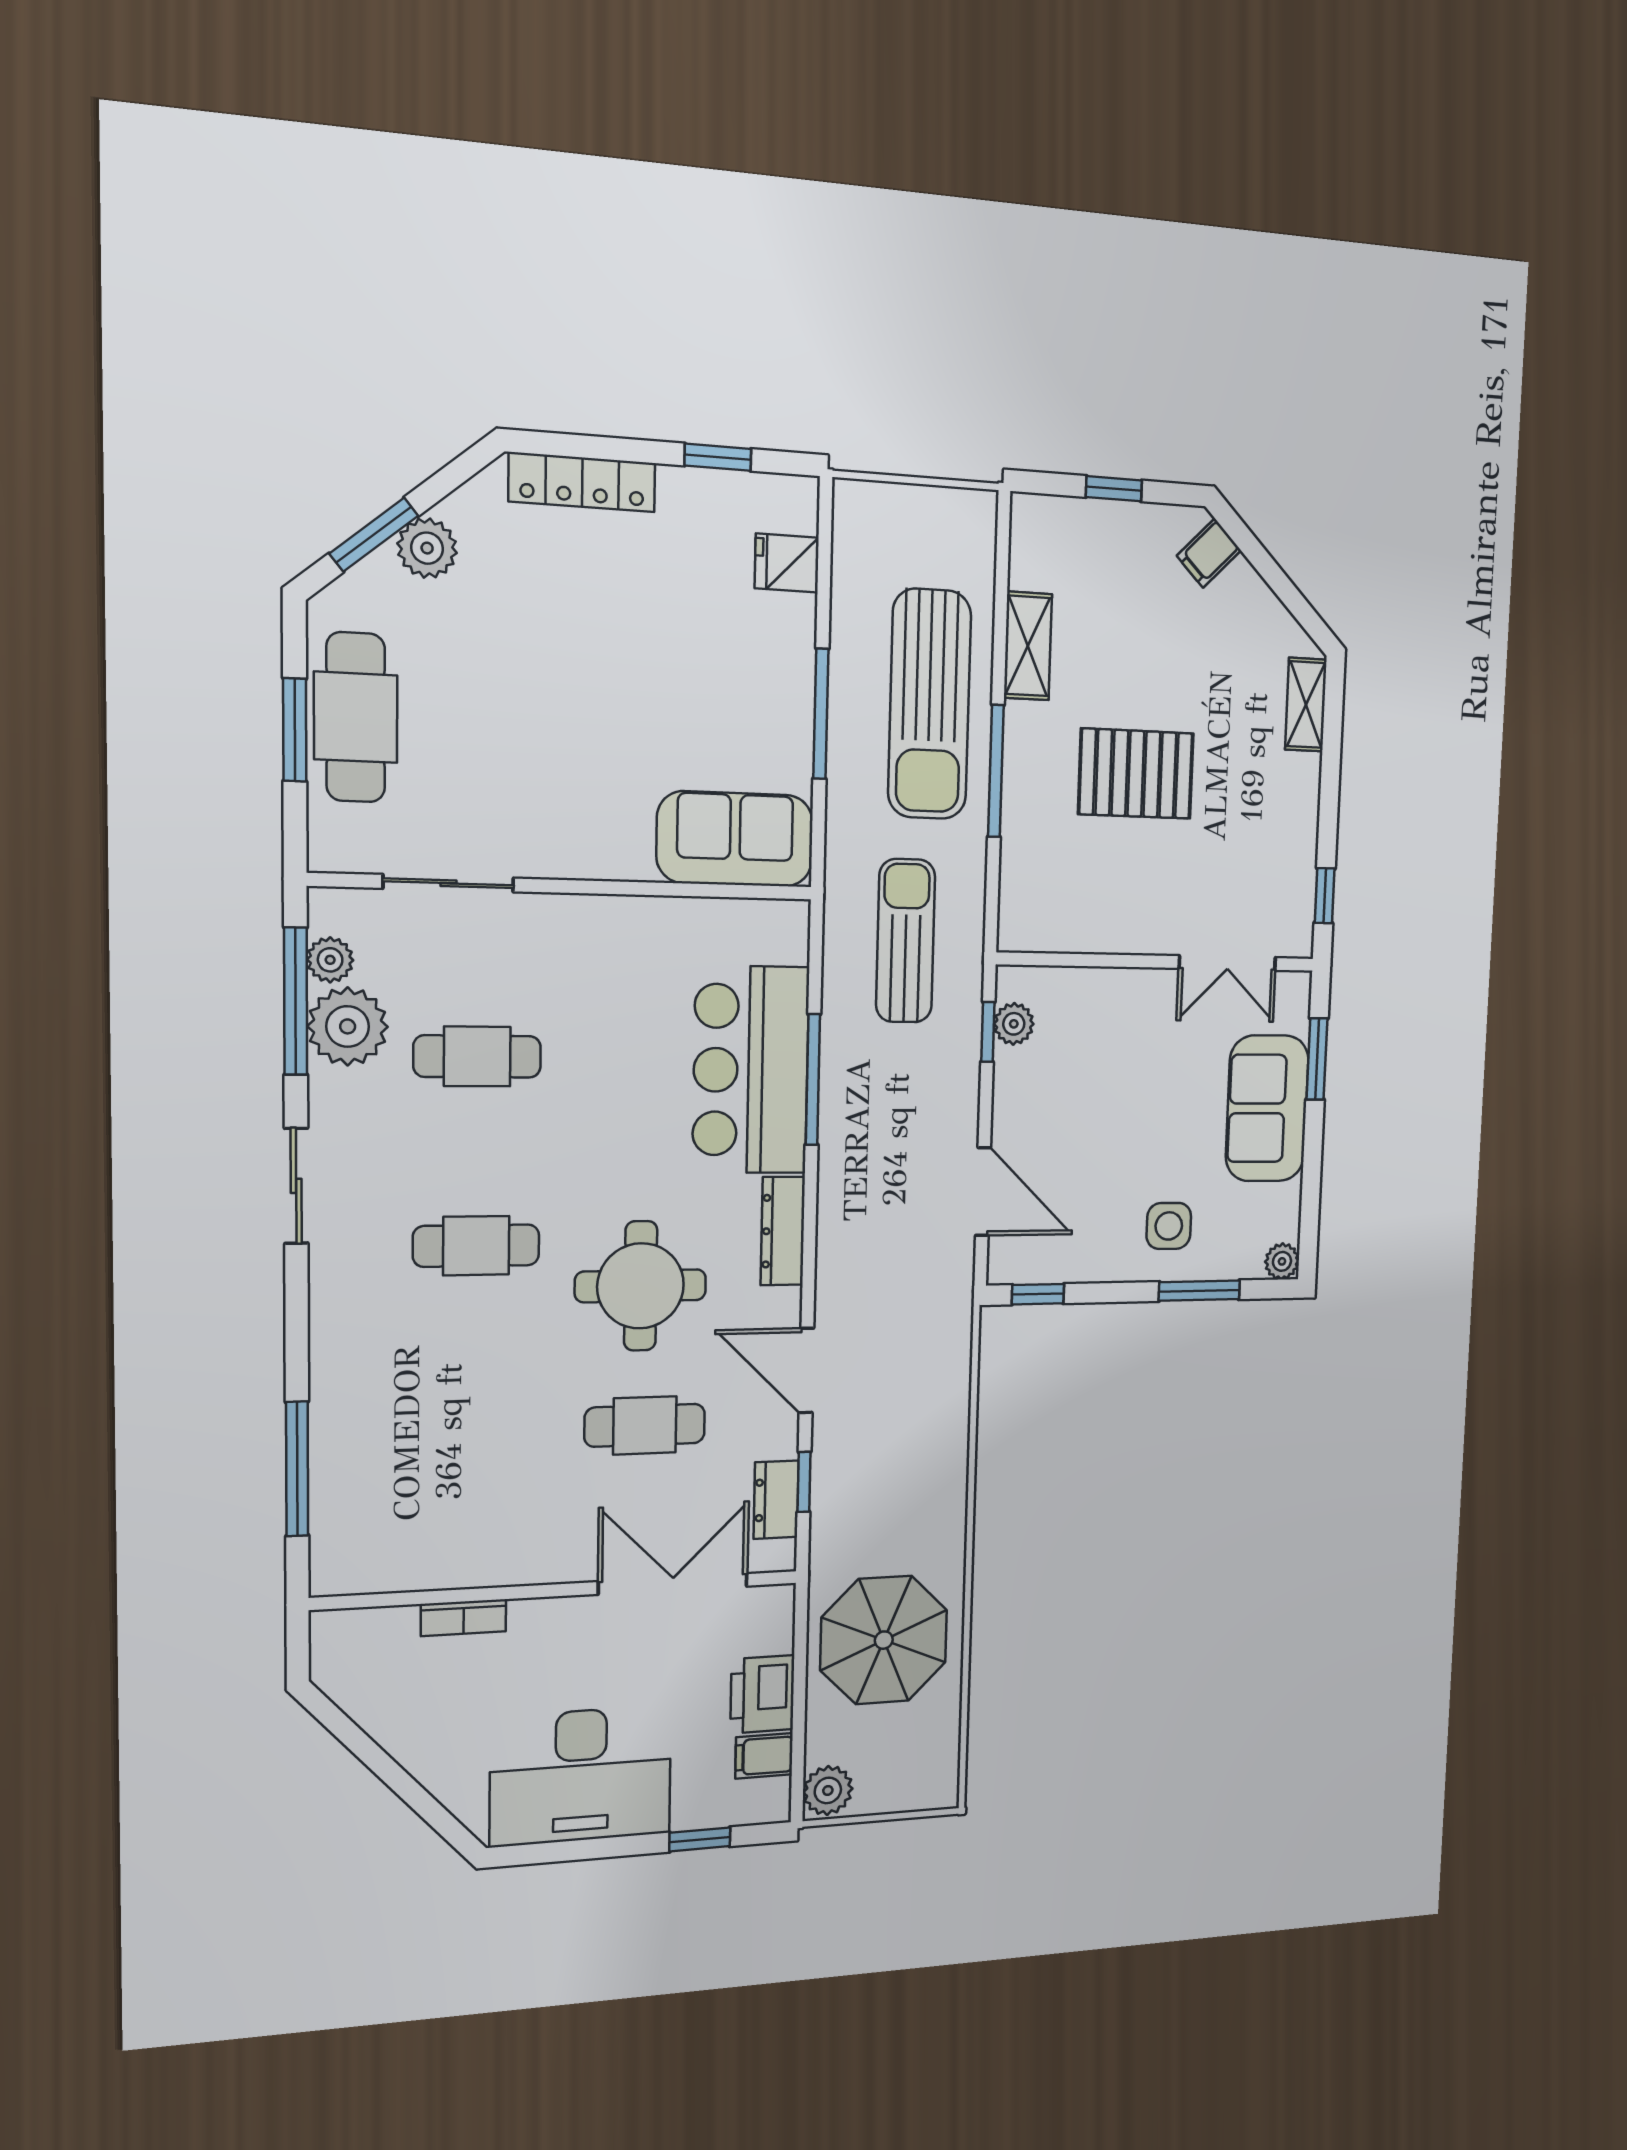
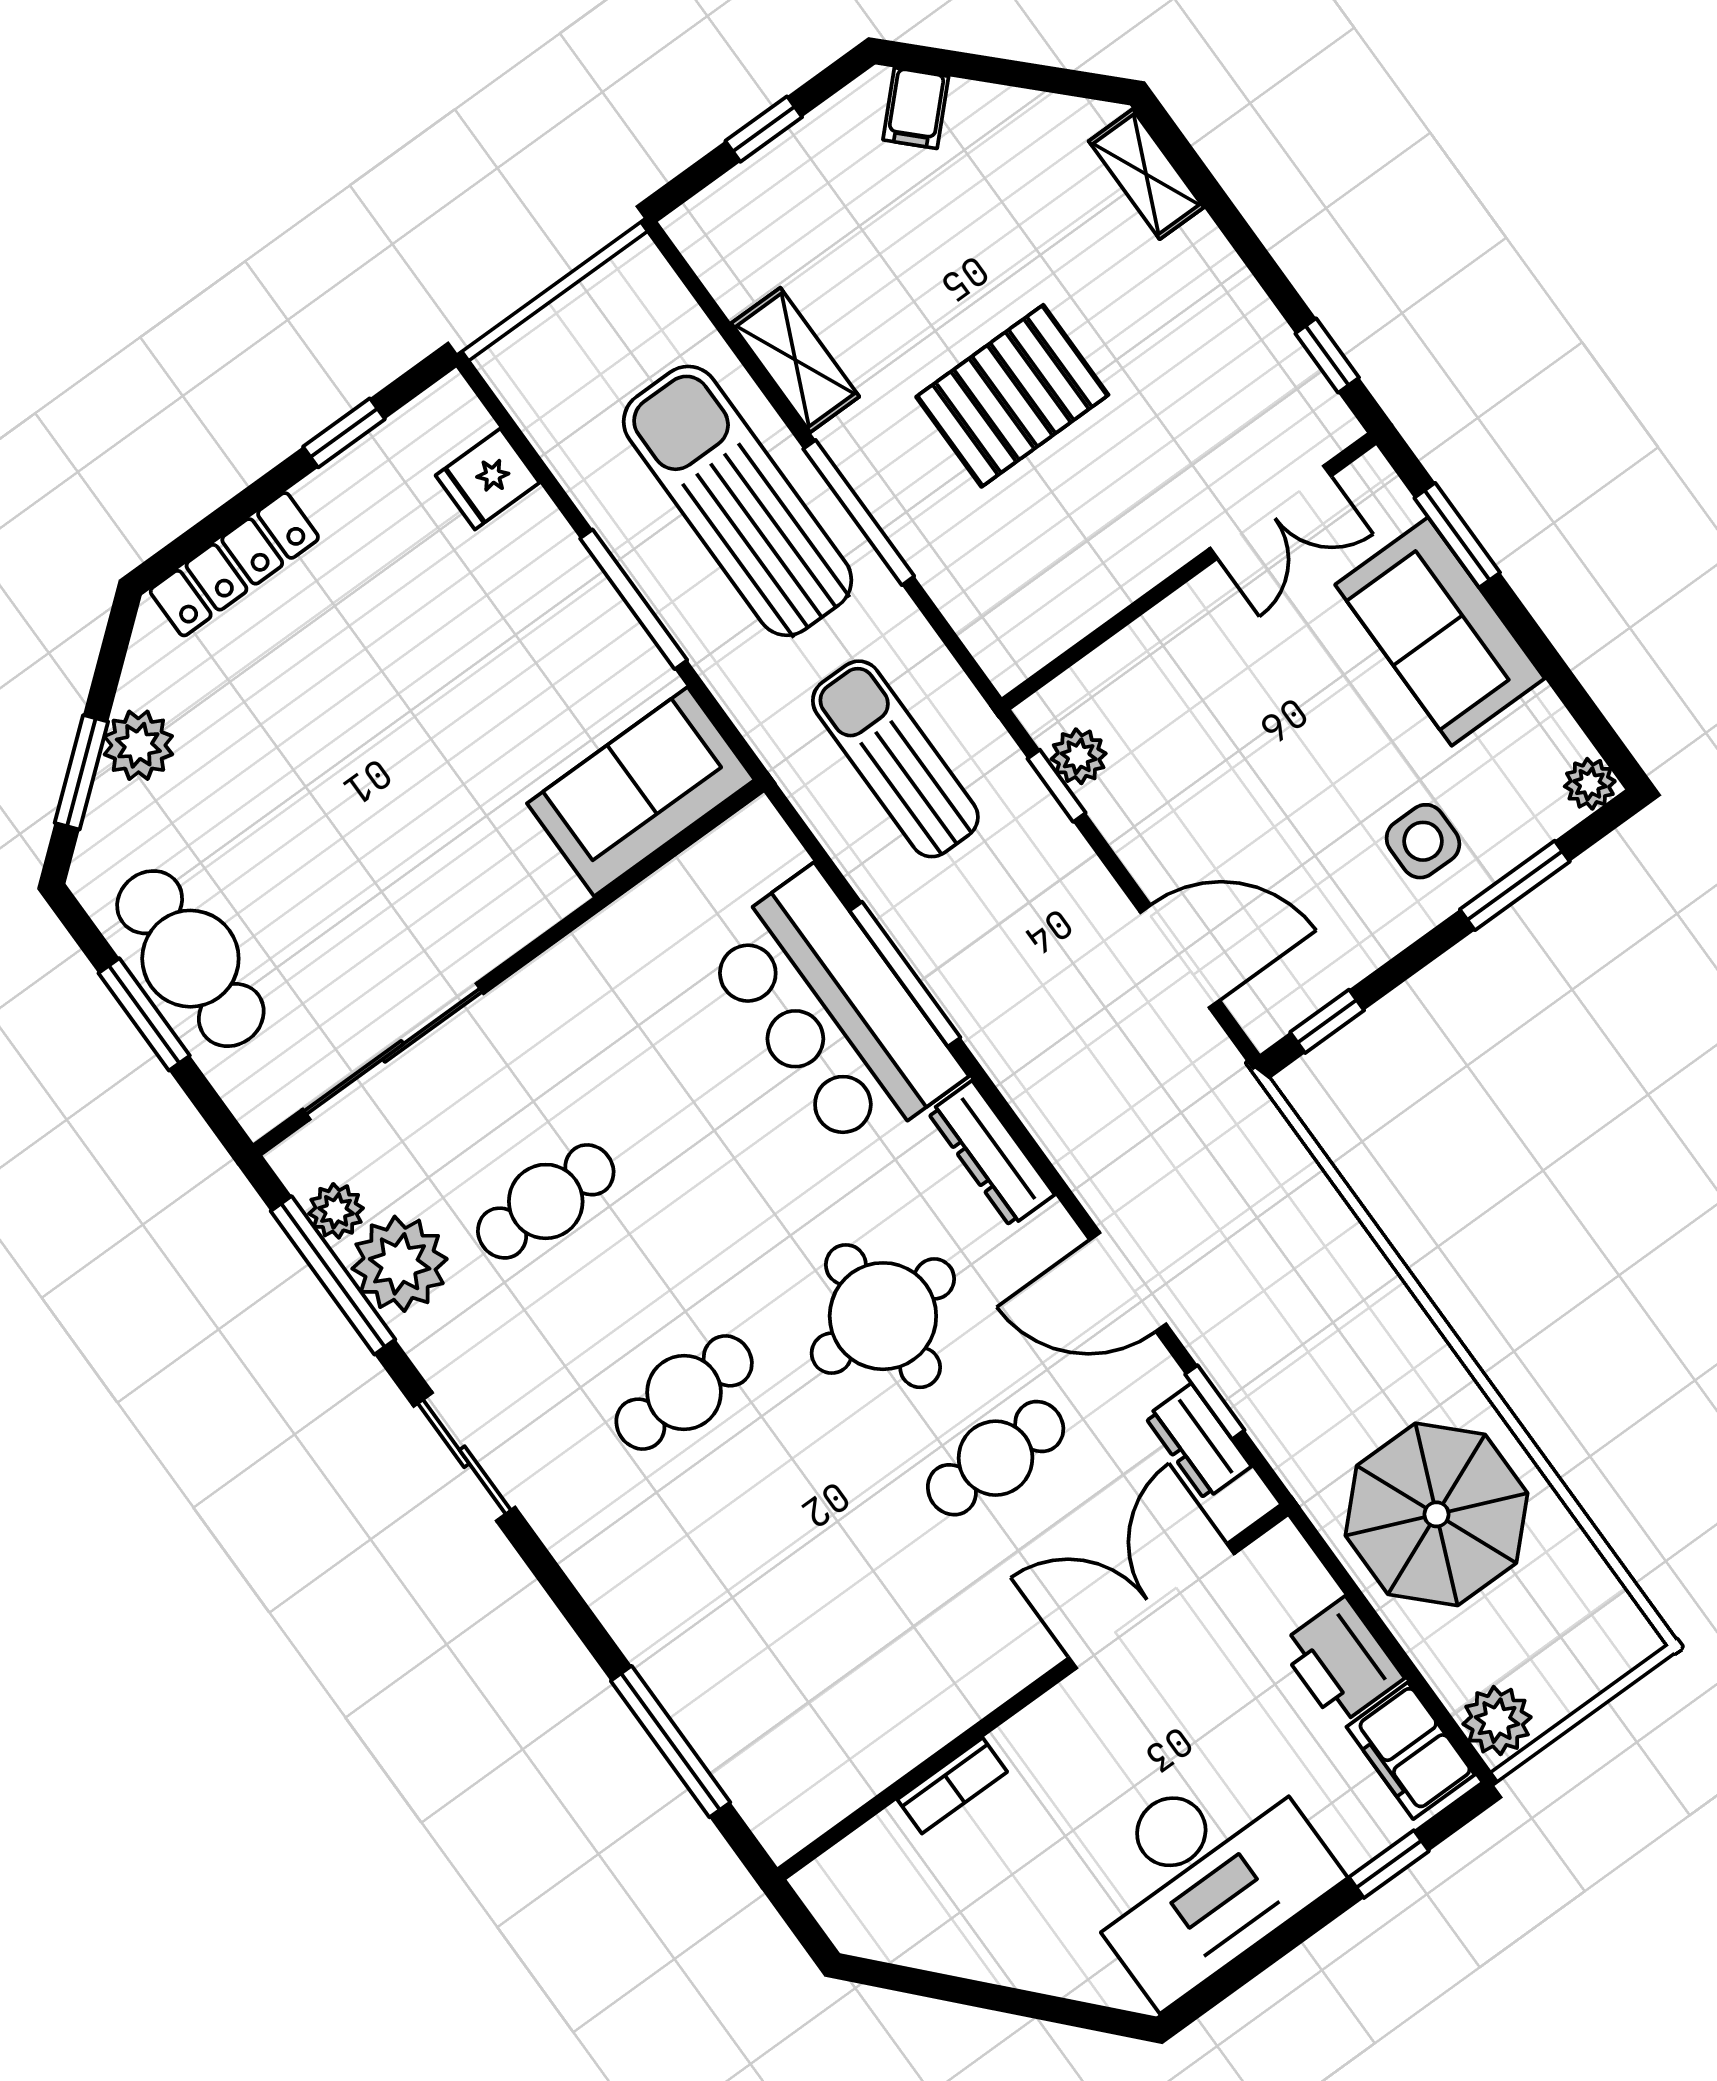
sun lounger: (930, 704) -> (738, 501), turned 180
sliding door: (449, 883) -> (393, 1051), width x1.37
filing cabinet: (764, 1756) -> (1411, 1751), width x2.00

